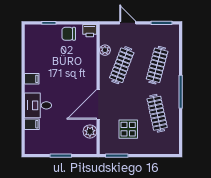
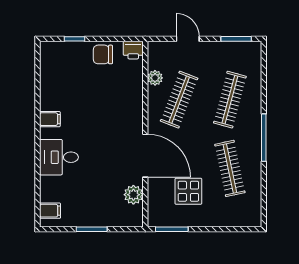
door: (98, 104) -> (145, 156), swing flipped
filing cabinet: (32, 124) -> (50, 211), moved

